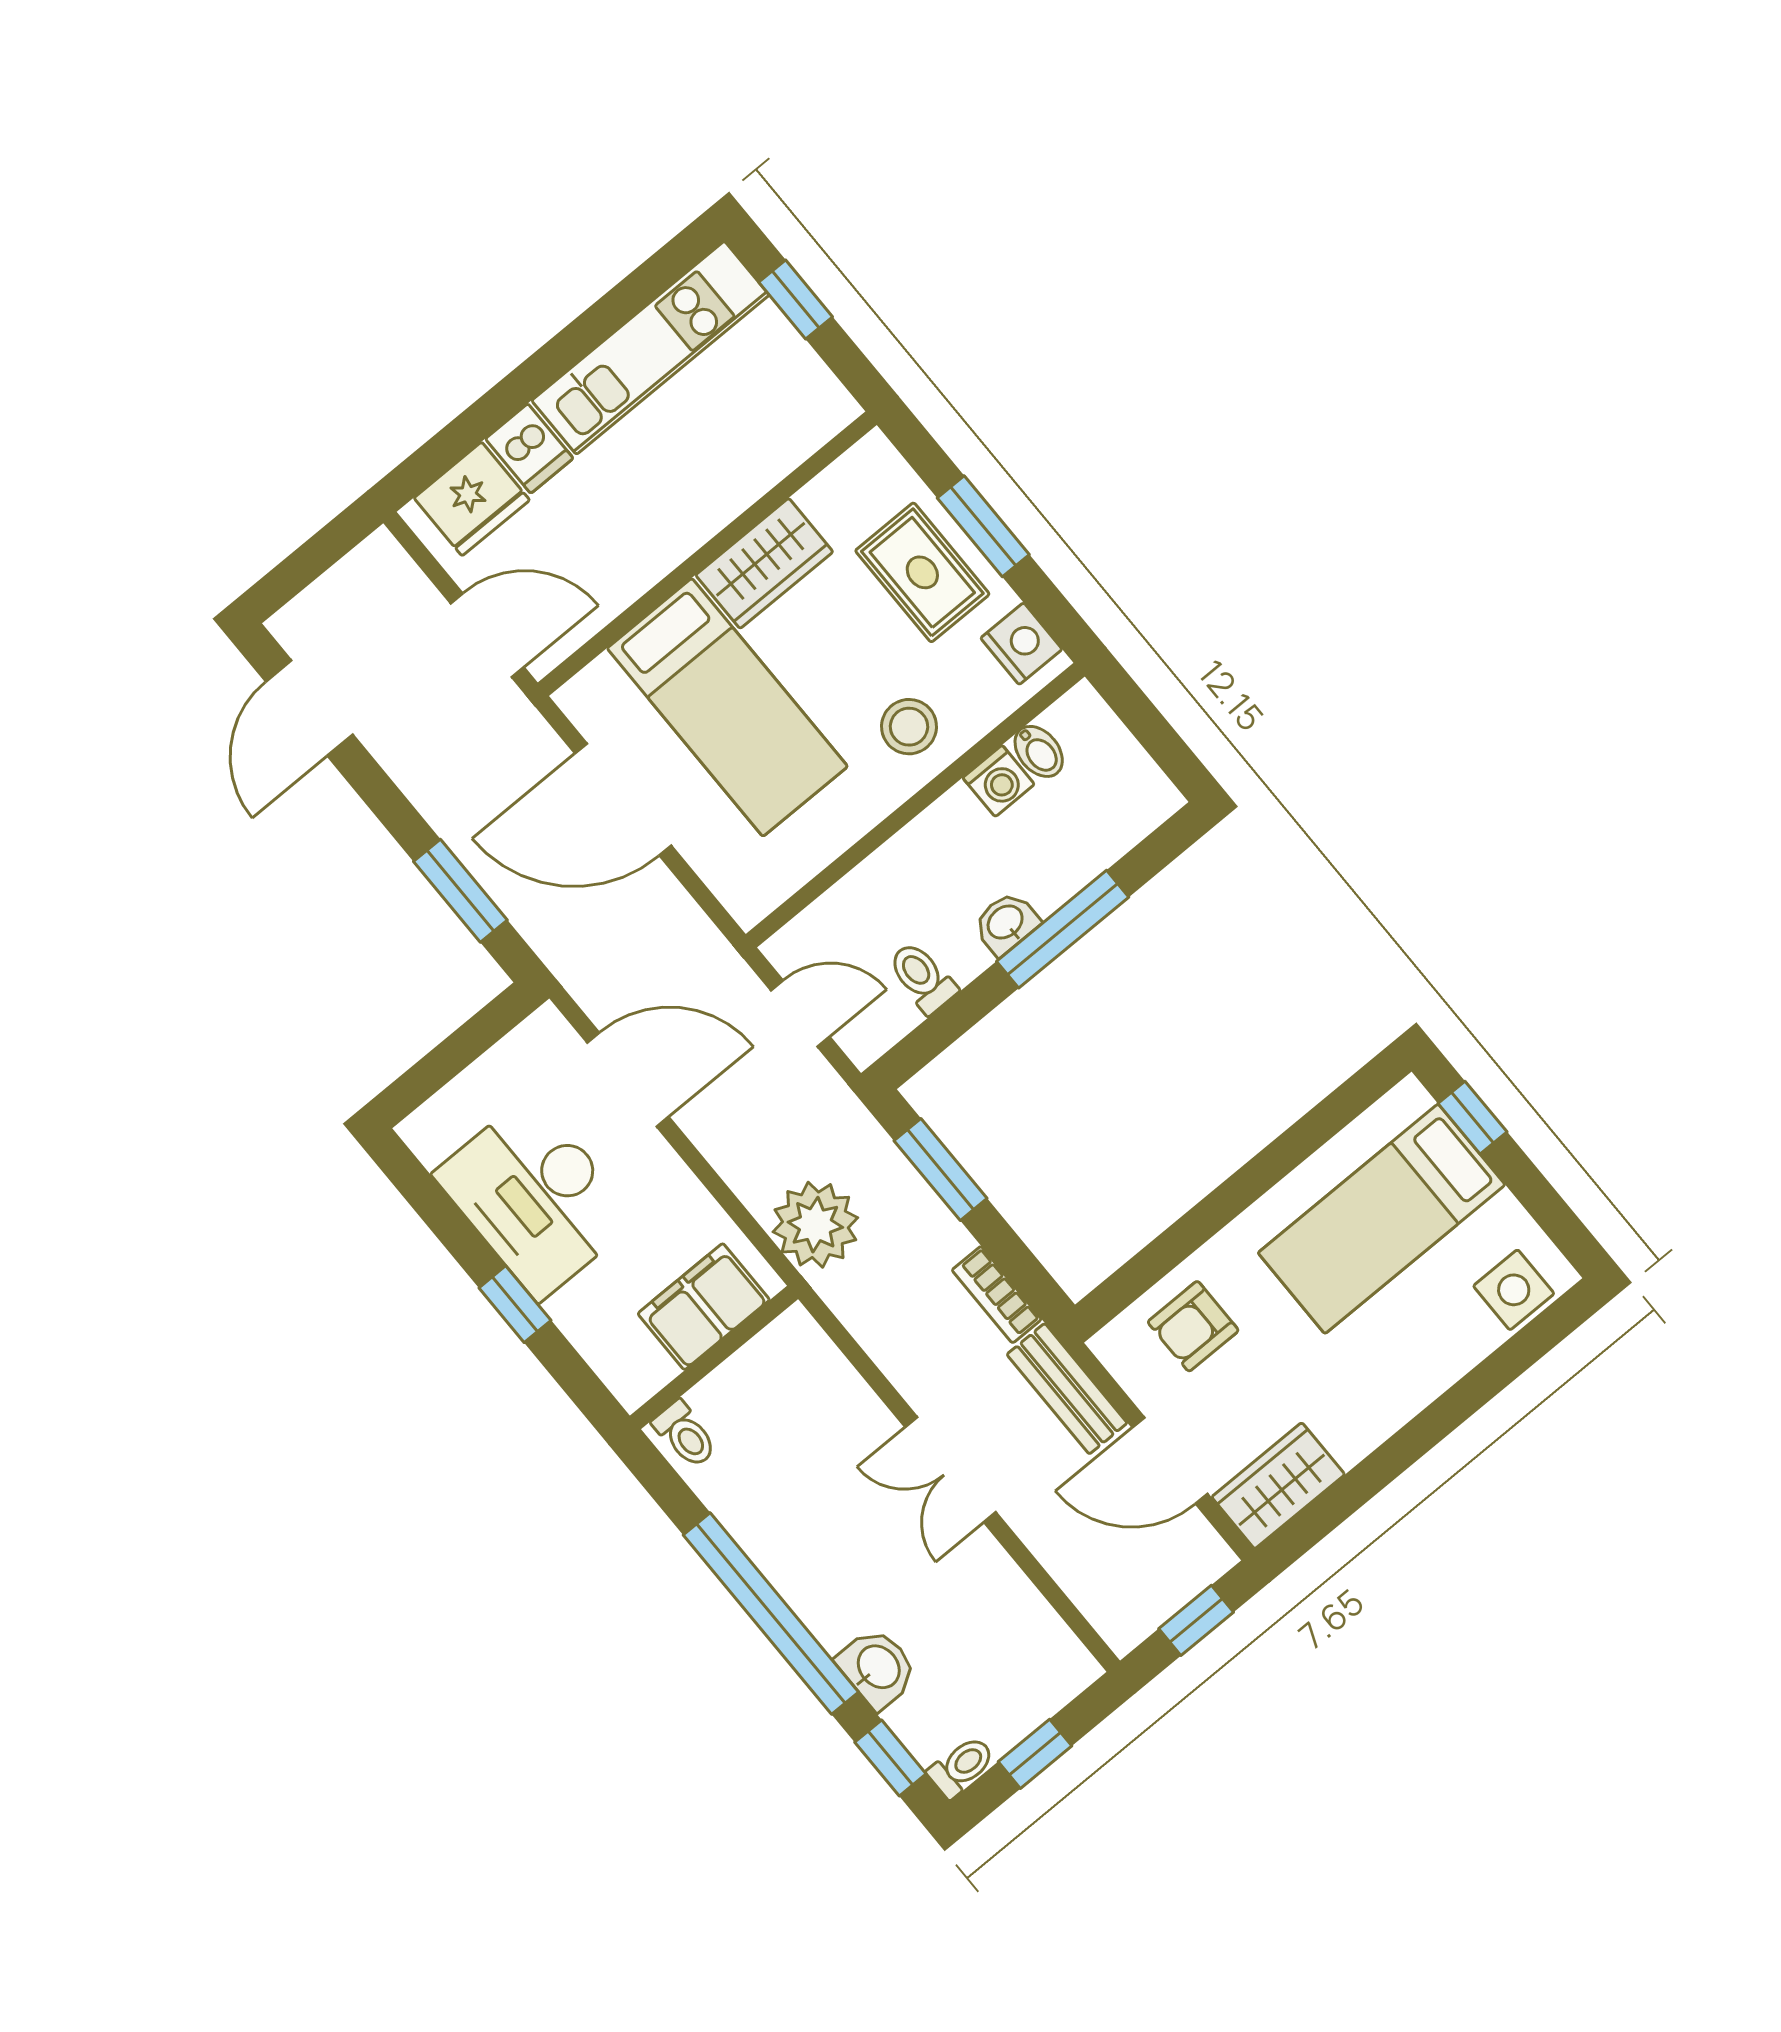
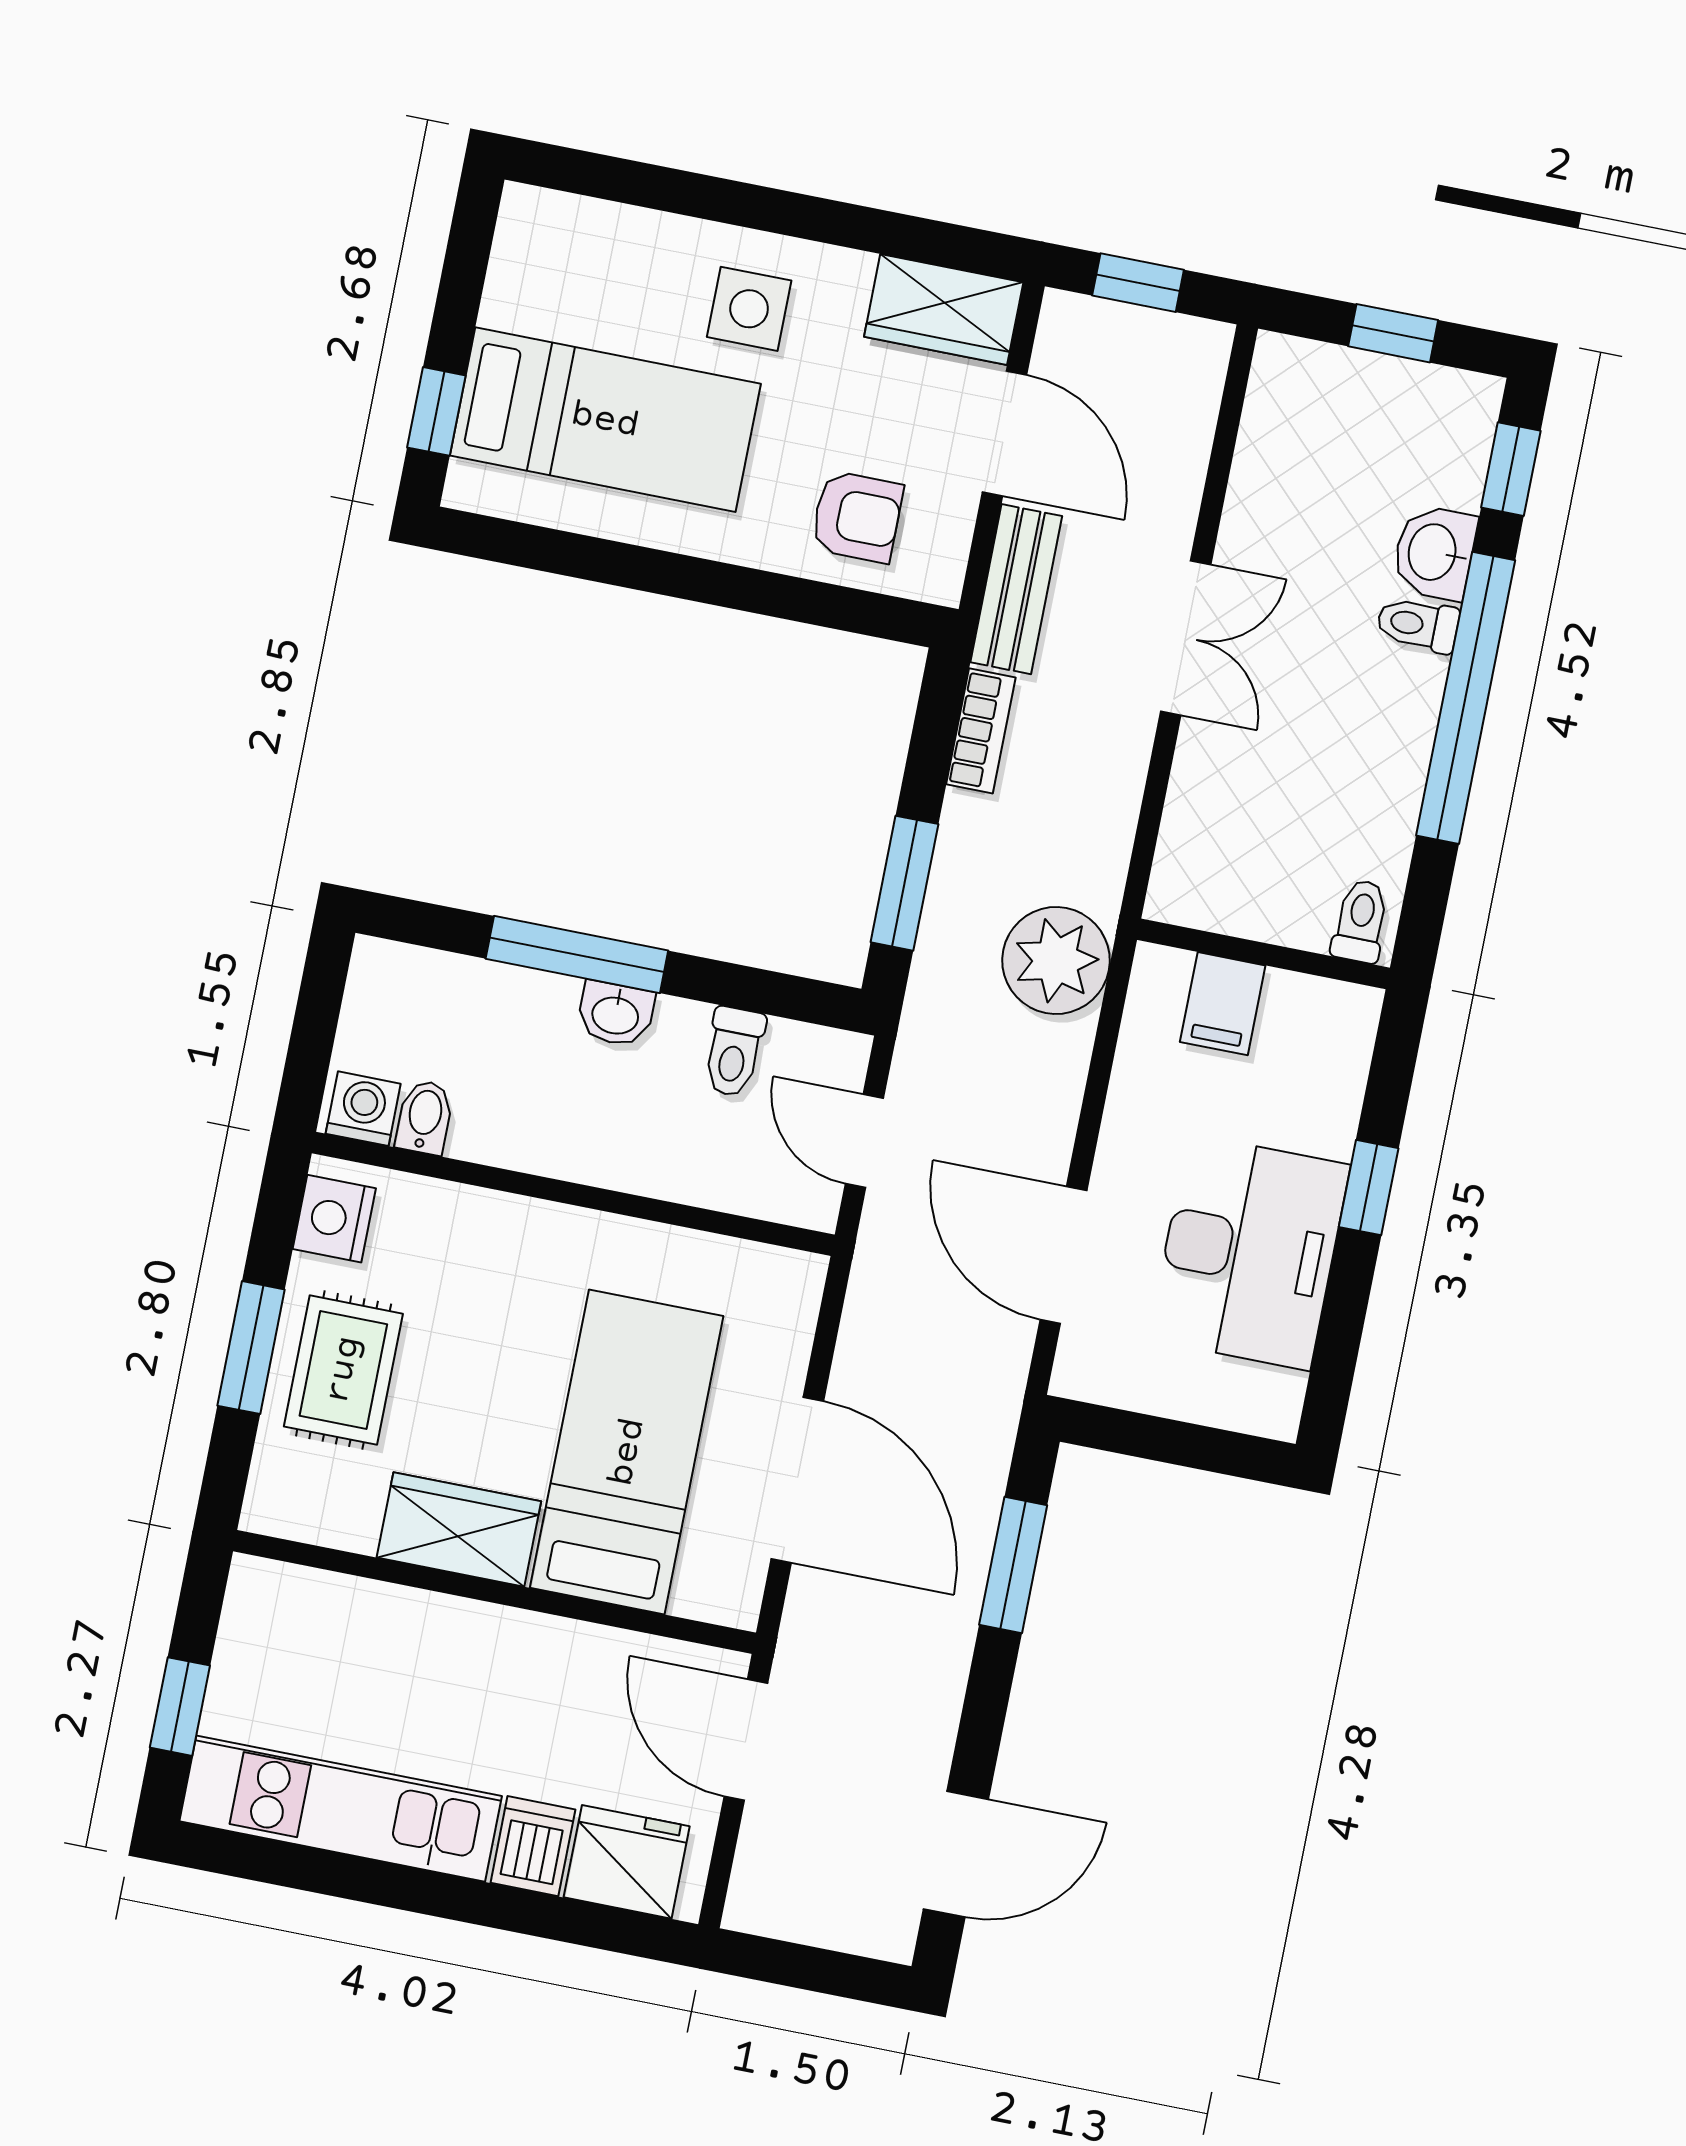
stool: (909, 727) -> (502, 1262), removed
washing machine: (999, 781) -> (363, 1109), moved
side table: (1514, 1290) -> (749, 309), moved
filing cabinet: (704, 1307) -> (1223, 1004), width x0.50
toilet: (961, 1767) -> (1418, 625), moved

